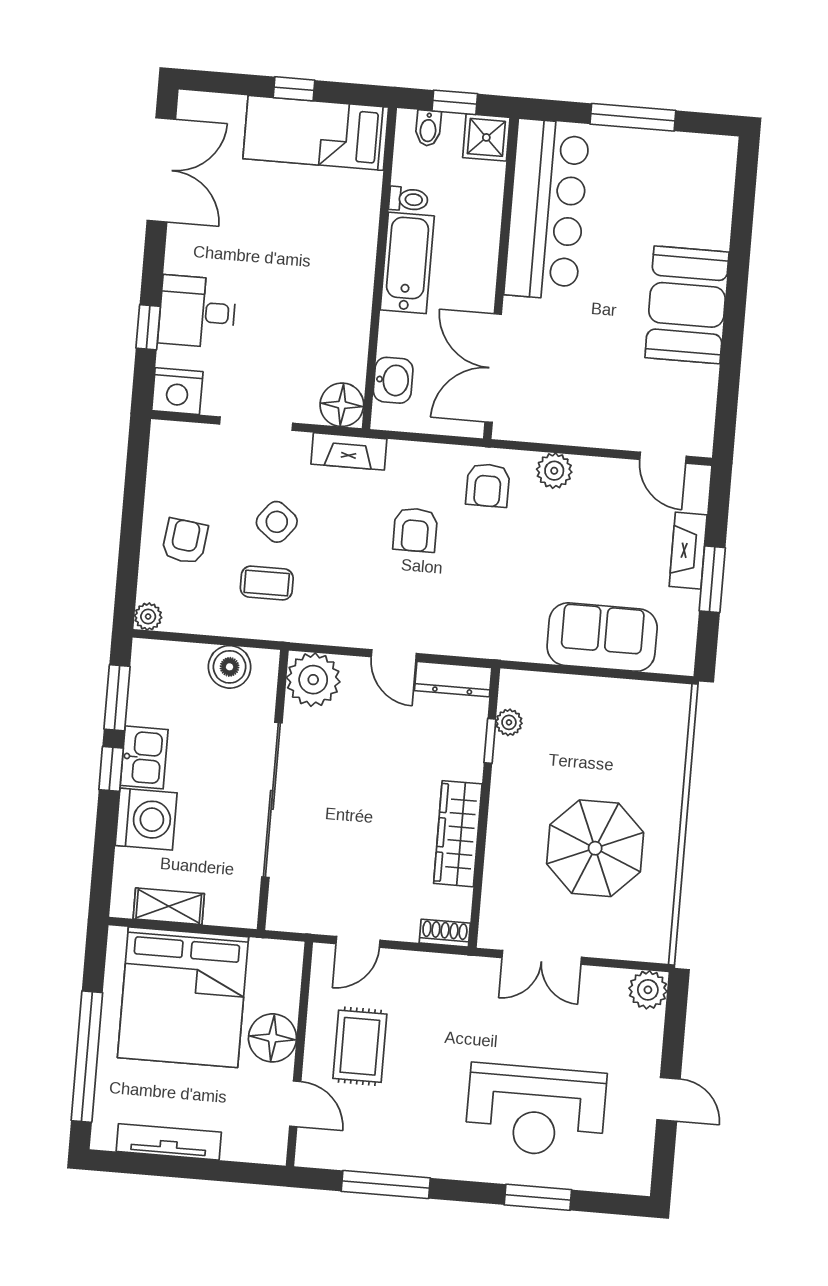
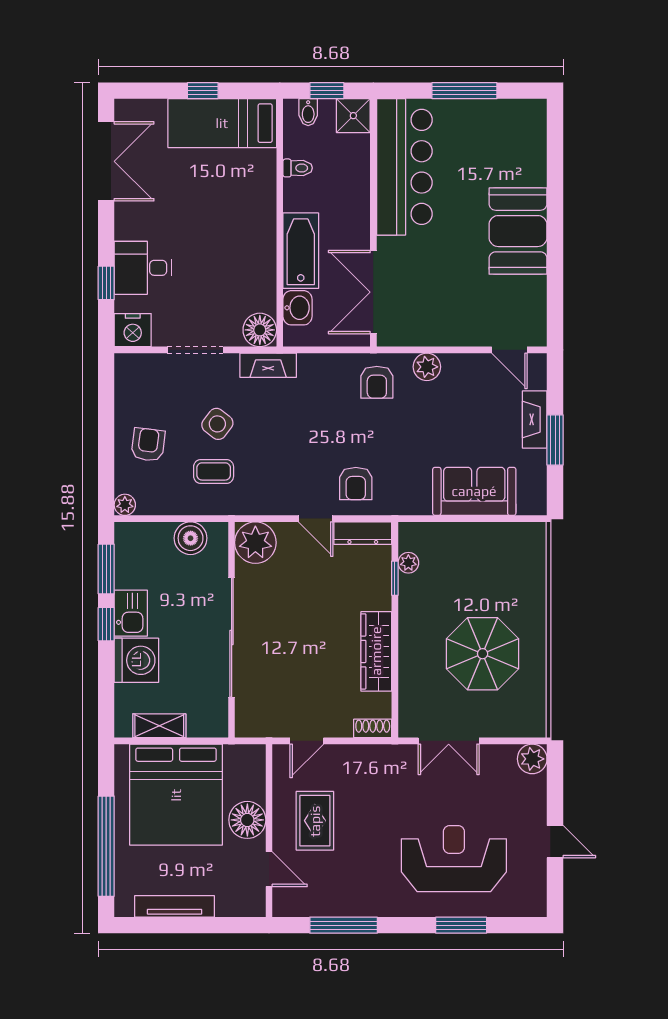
bathtub: (407, 263) -> (301, 251), moved
armchair: (415, 530) -> (356, 484), moved
reception desk: (536, 1110) -> (454, 859), turned 180

